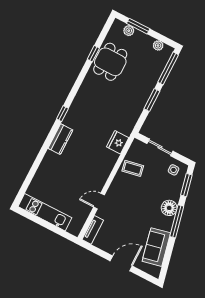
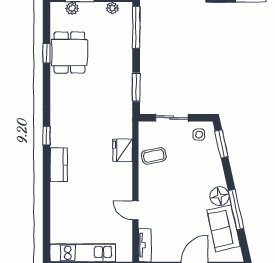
window: (152, 100) -> (136, 87), moved
fridge: (118, 142) -> (123, 150), moved
door: (99, 201) -> (135, 210), hinge flipped
floor lamp: (169, 208) -> (219, 196), moved
window: (177, 221) -> (236, 210), moved

